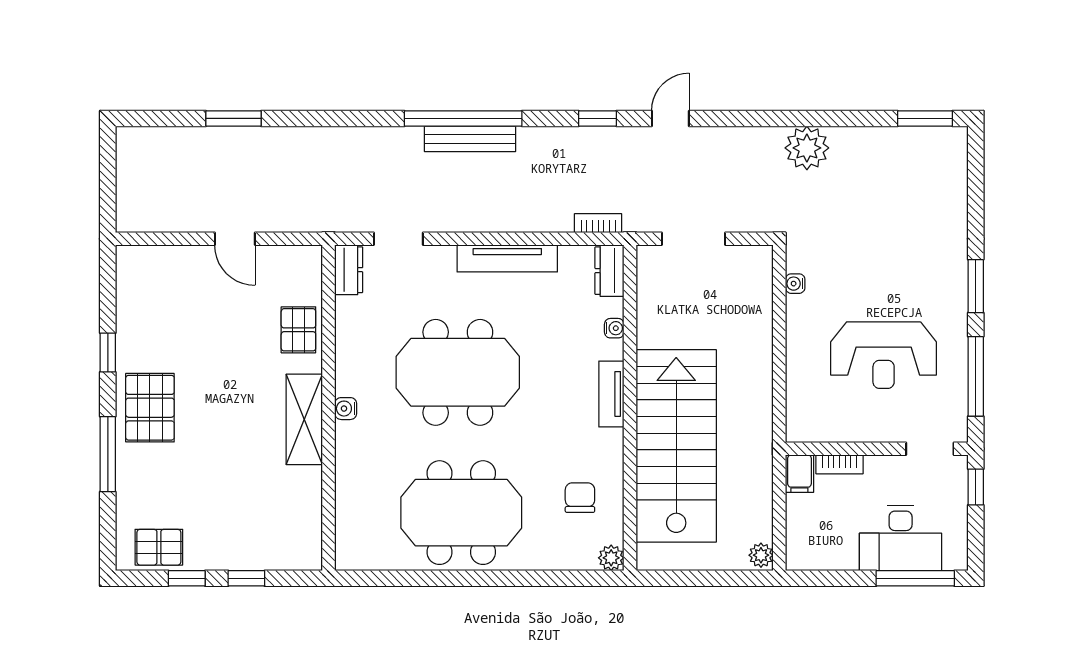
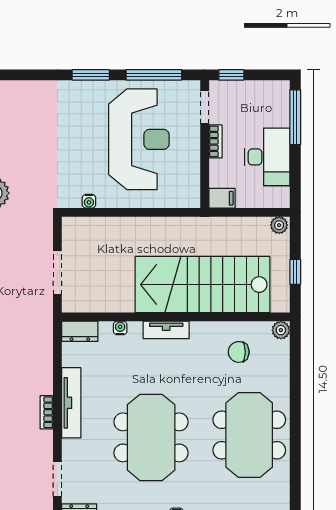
bookcase: (598, 223) -> (47, 412), moved
reception desk: (884, 355) -> (139, 139), width x1.36, depth x1.30
bookcase: (840, 464) -> (215, 141), moved
desk: (901, 538) -> (267, 157), moved
window: (694, 578) -> (295, 272), added

